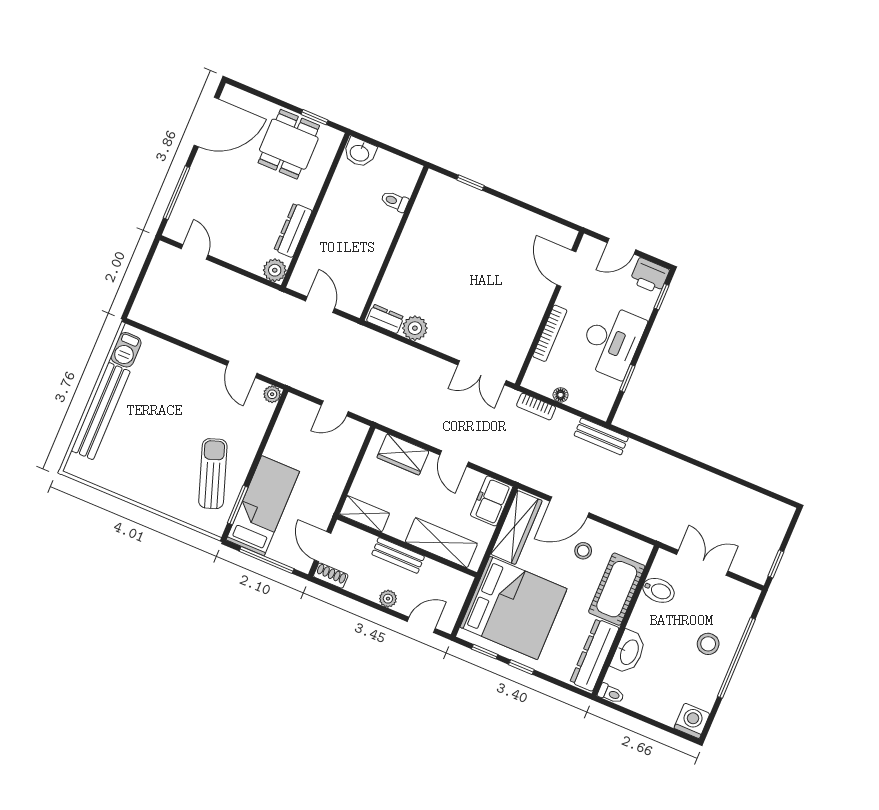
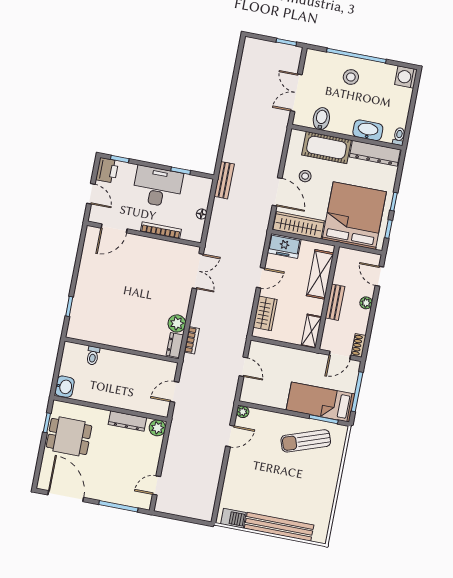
bookcase: (536, 407) -> (192, 340), moved

